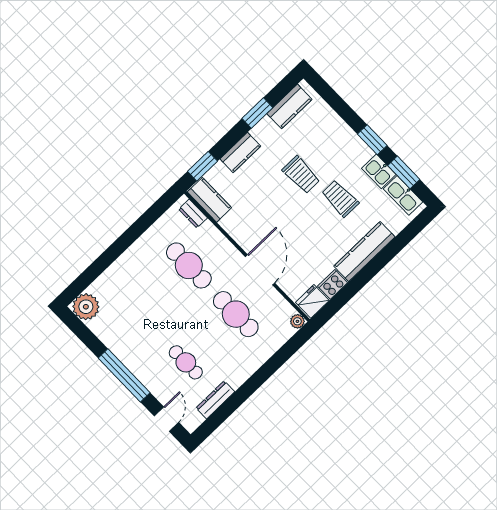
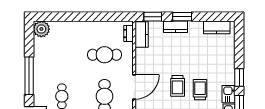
window: (257, 113) -> (182, 17), moved
trolley: (301, 175) -> (178, 86), moved
cafe table: (189, 265) -> (104, 55), turned 90

